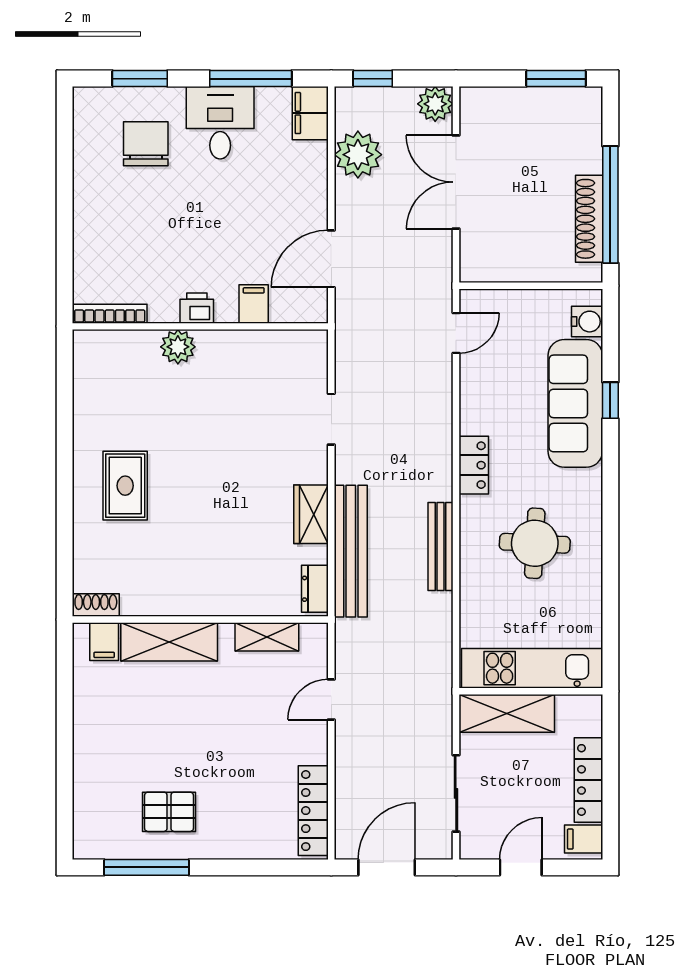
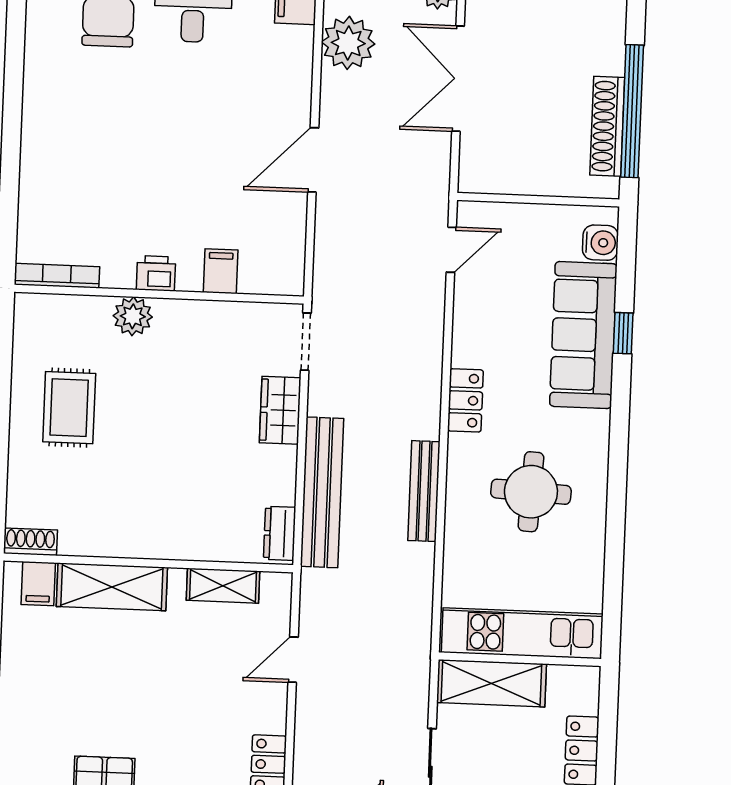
filing cabinet: (254, 304) -> (221, 271), moved
printer: (197, 308) -> (156, 273), moved
bookcase: (110, 314) -> (57, 276), moved
wall: (200, 326) -> (159, 294), moved
plant: (178, 347) -> (133, 316), moved
wardrobe: (311, 514) -> (280, 410), moved

